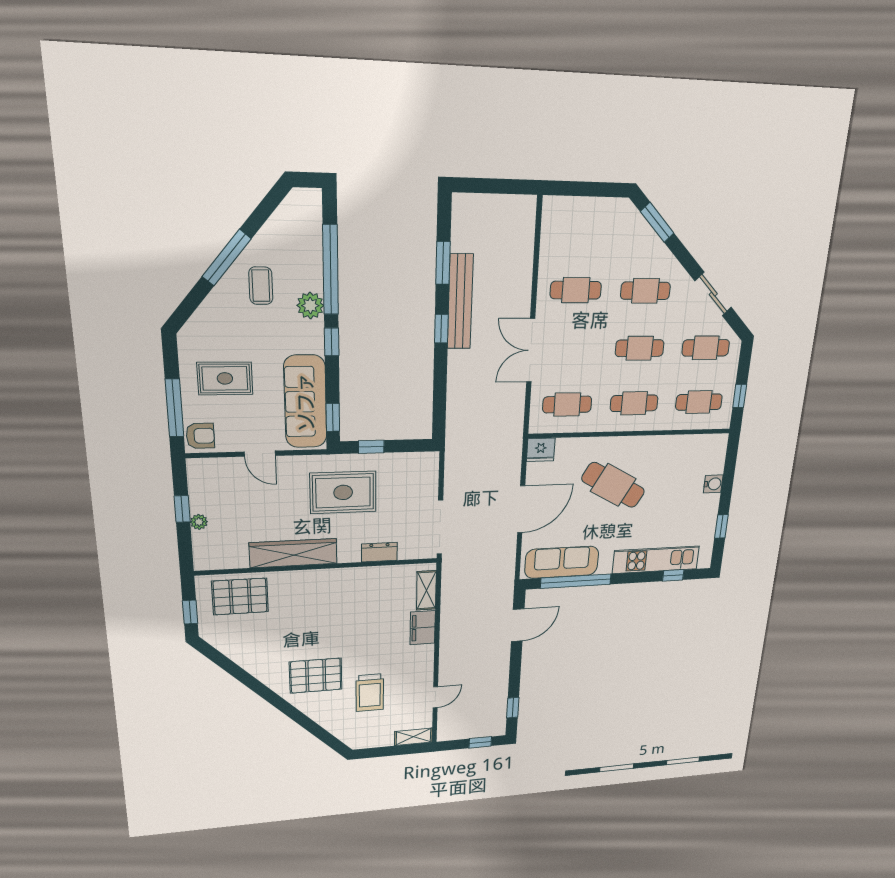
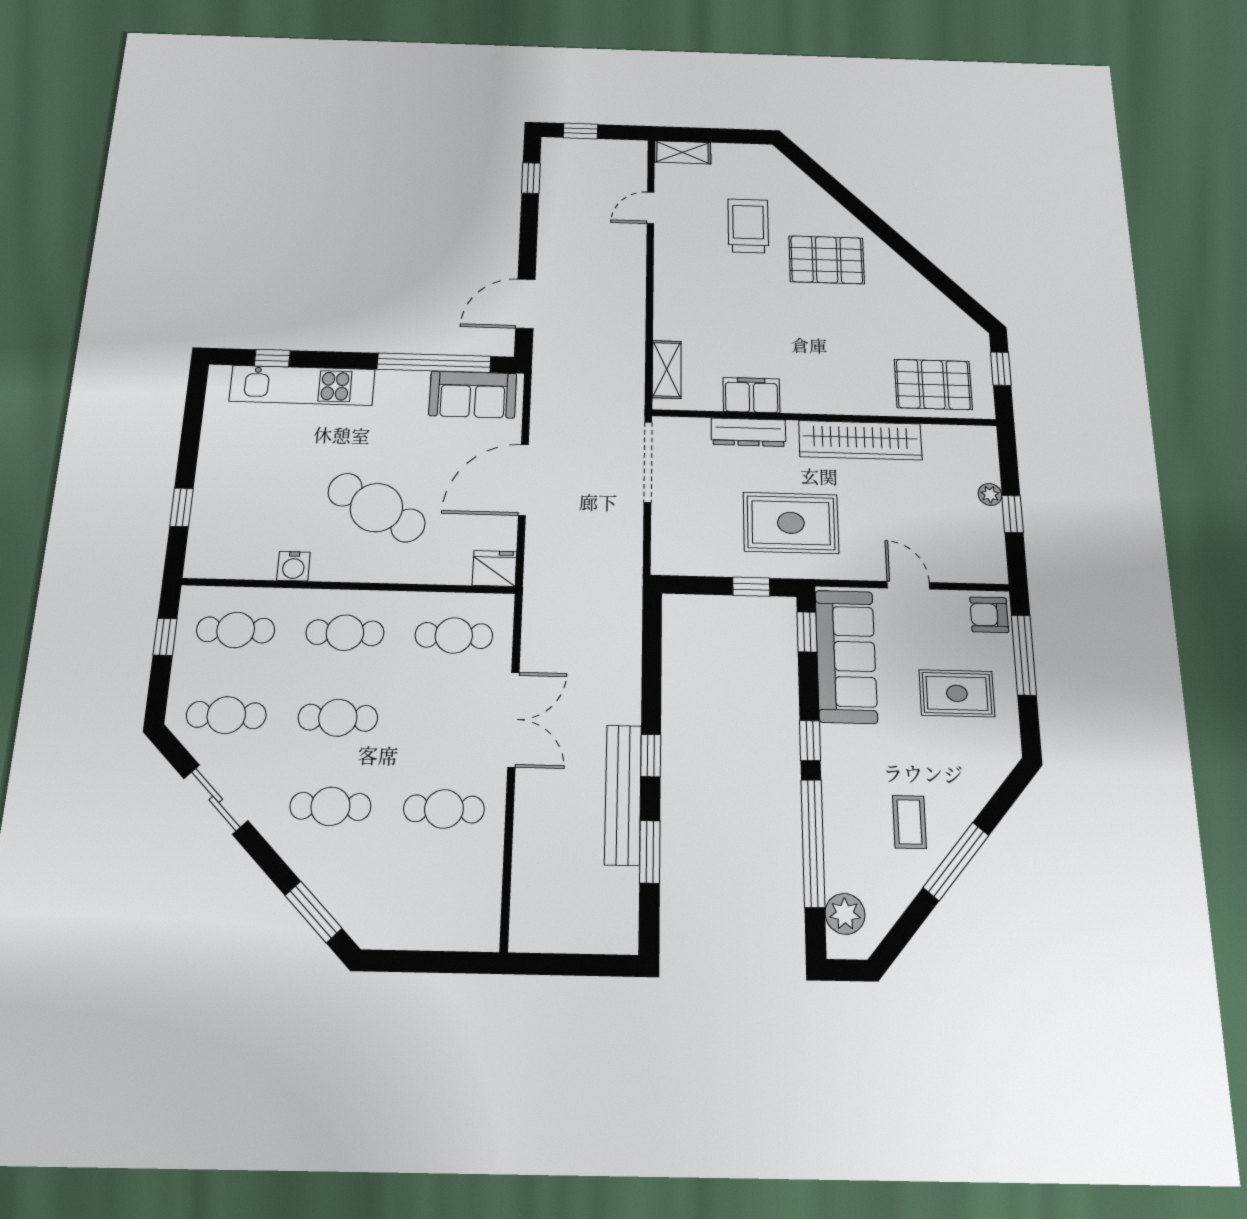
plant: (310, 306) -> (845, 914), moved
water cooler: (713, 484) -> (294, 566), moved, turned -90
window: (721, 527) -> (182, 507), moved
dresser: (379, 552) -> (748, 432), width x1.44
sofa: (562, 562) -> (473, 395), width x0.73
filing cabinet: (423, 628) -> (751, 395), moved, turned -90

